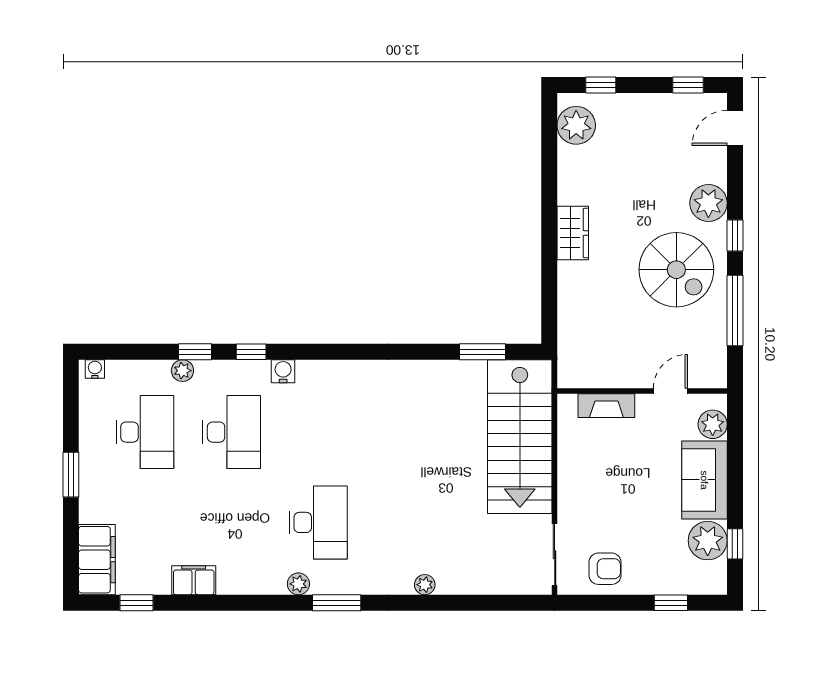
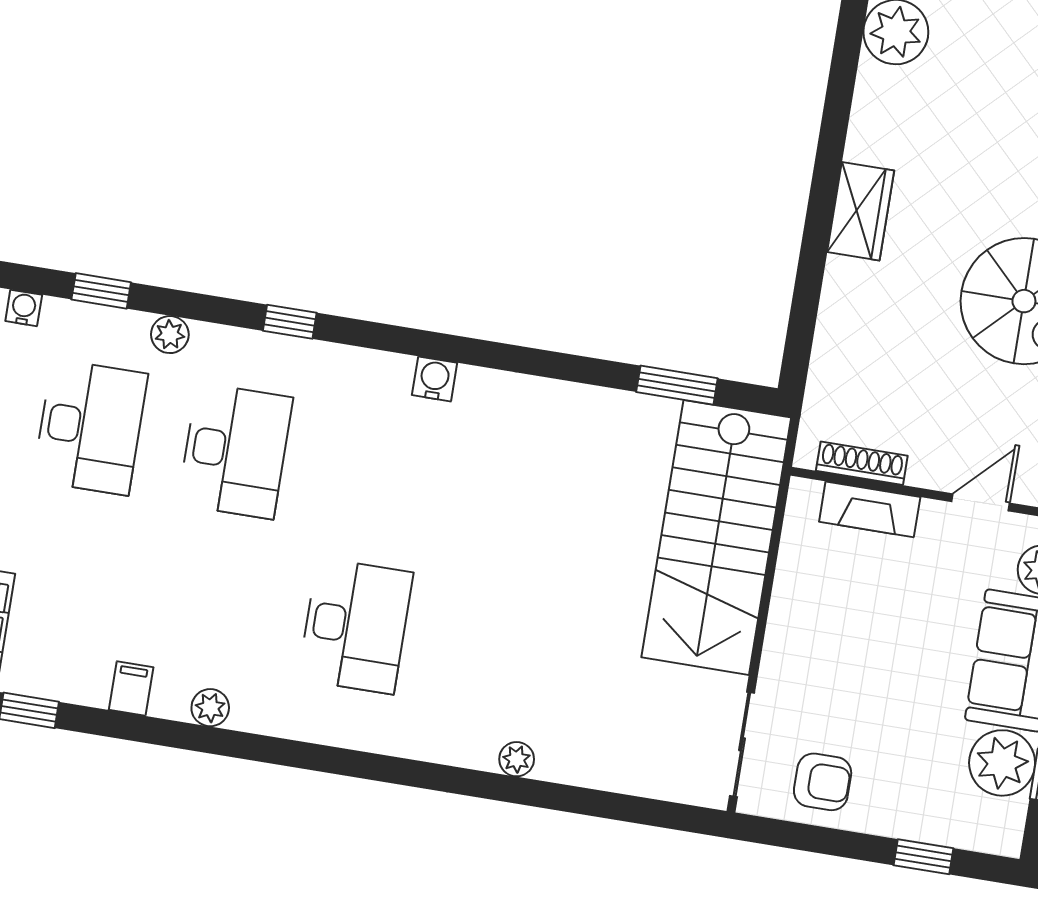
window: (195, 352) -> (101, 291), moved
water cooler: (283, 371) -> (435, 379), moved
shoe rack: (597, 380) -> (862, 463), added
filing cabinet: (194, 580) -> (131, 689), width x0.50
plant: (298, 584) -> (210, 708), moved
window: (337, 603) -> (364, 765), removed

